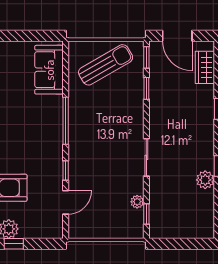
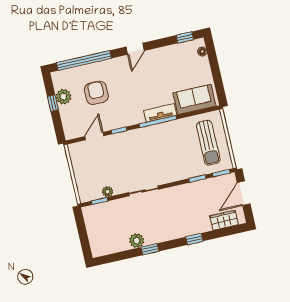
sun lounger: (106, 65) -> (208, 143), turned 30
tv unit: (56, 115) -> (160, 113), added
door: (66, 202) -> (94, 136), swing flipped

